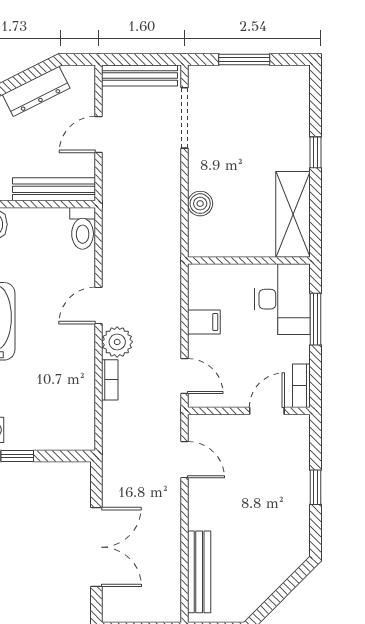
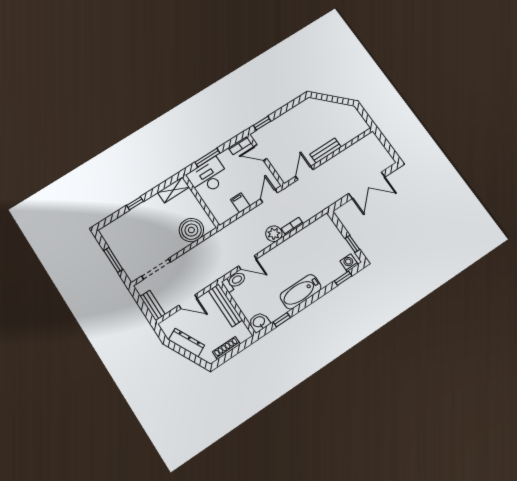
bench: (140, 76) -> (153, 305), width x0.73
boiler: (200, 204) -> (191, 230), width x1.86, depth x1.86
shelving: (293, 214) -> (174, 190), width x0.67, depth x0.75
door: (99, 306) -> (248, 263), moved
window: (316, 487) -> (262, 123), moved
double door: (96, 547) -> (367, 185), swing flipped
bench: (199, 572) -> (325, 151), moved, width x0.73

